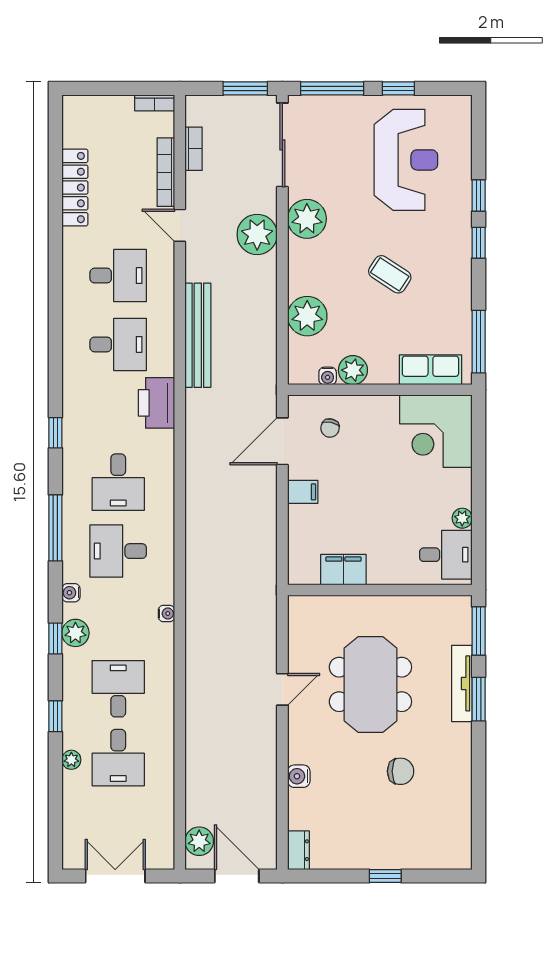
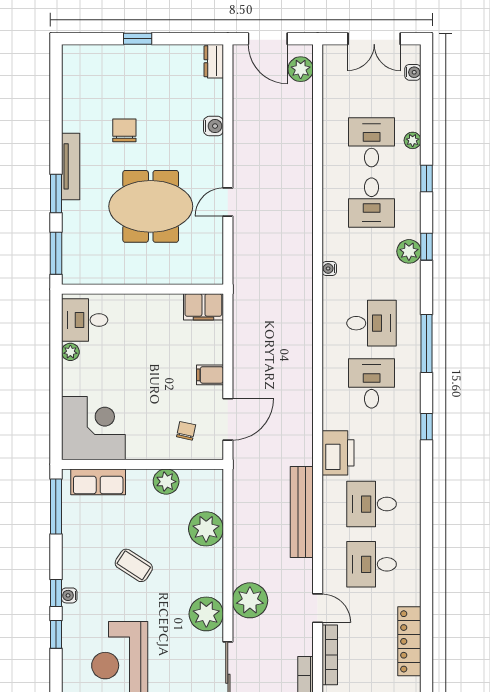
water cooler: (328, 376) -> (69, 595), moved, turned -90
filing cabinet: (343, 570) -> (203, 307), moved
water cooler: (71, 593) -> (413, 72), moved
tv unit: (462, 683) -> (71, 166), moved
meeting table: (370, 684) -> (151, 206), turned 90
chair: (401, 771) -> (124, 130), turned 90

